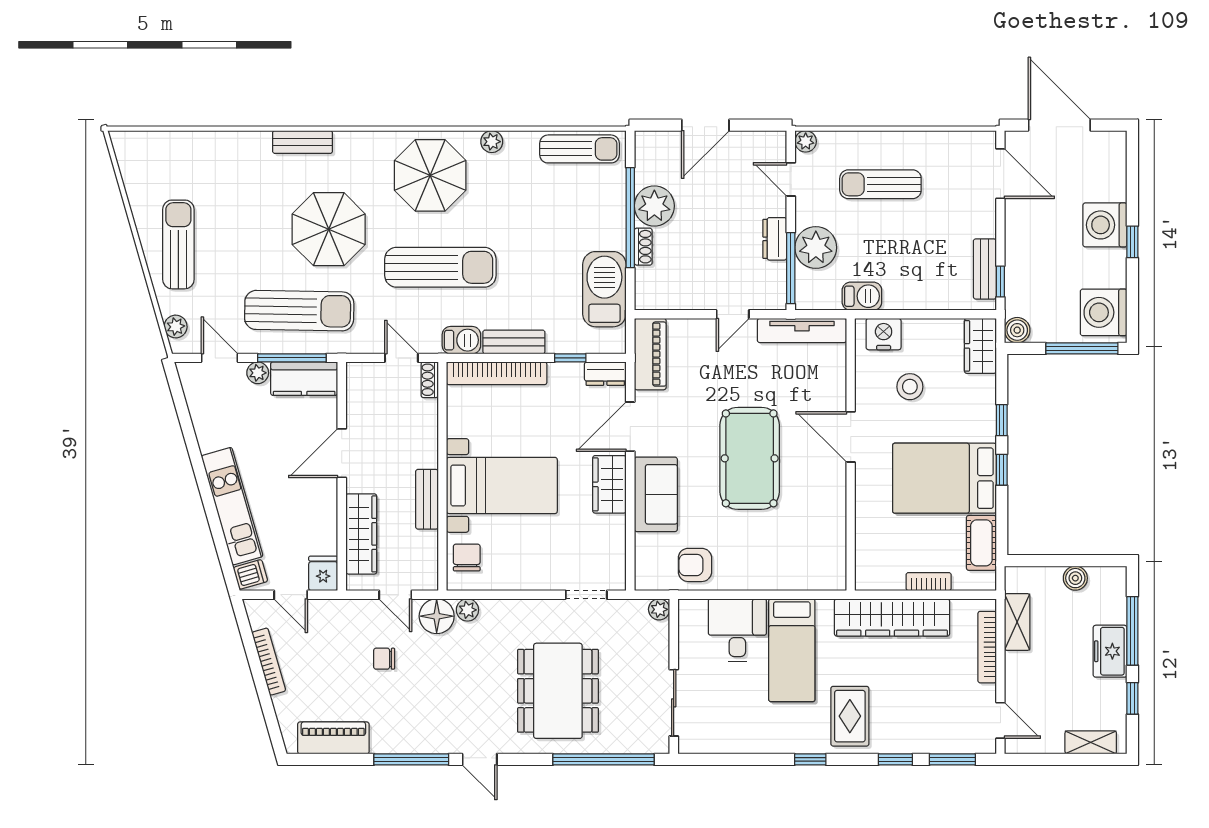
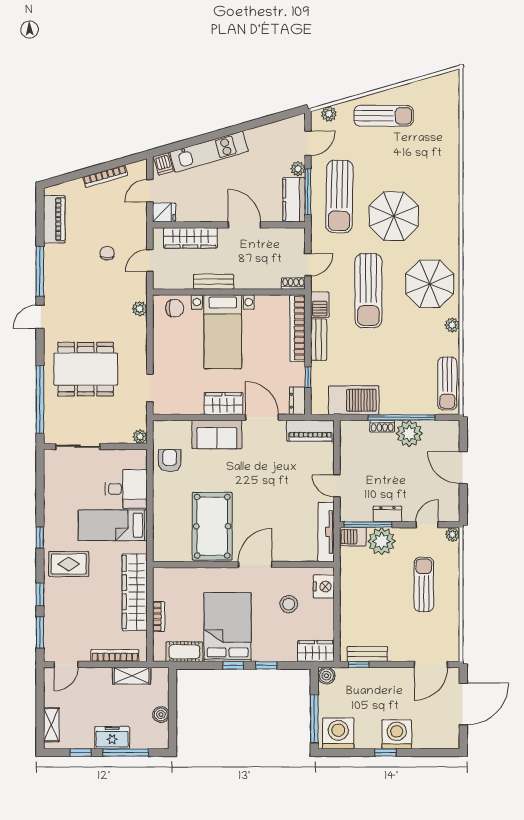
bench: (303, 142) -> (452, 199), removed
barbecue: (862, 296) -> (353, 537), moved, turned 90
pool table: (750, 458) -> (212, 526), moved, turned 90
floor lamp: (437, 616) -> (135, 288), removed

